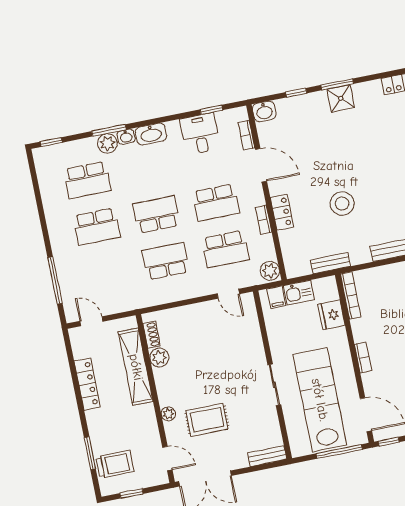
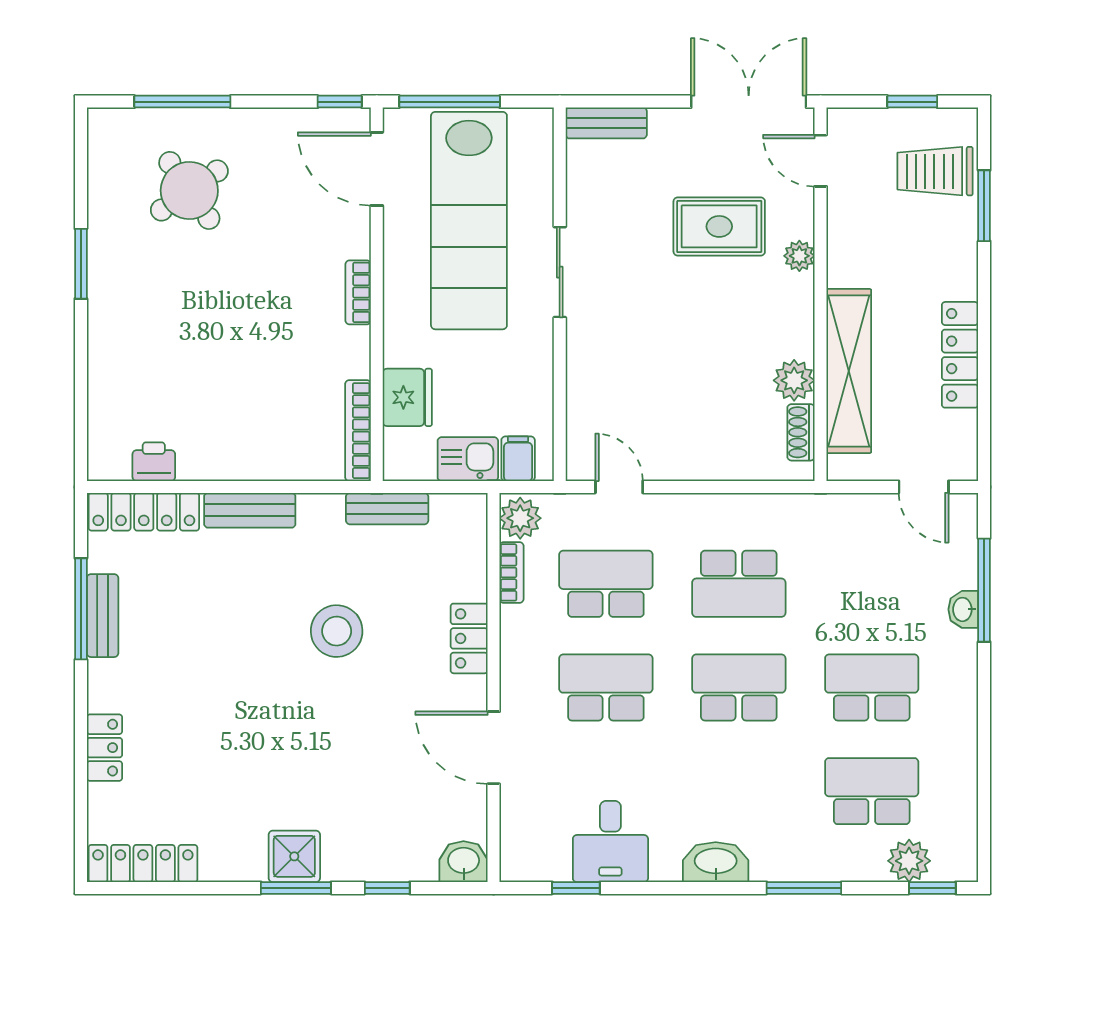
bookcase: (246, 135) -> (512, 818), removed
washbasin: (126, 137) -> (963, 609), moved, turned -90
plant: (107, 143) -> (909, 861), moved
school desk: (156, 215) -> (739, 687), turned 180
bookcase: (264, 220) -> (512, 572), moved

